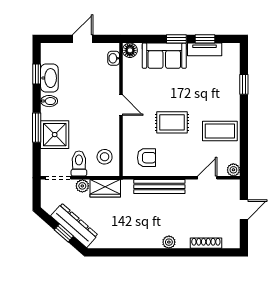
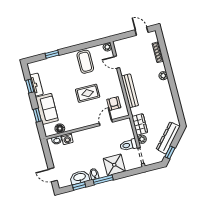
door: (83, 39) -> (53, 175), moved
window: (176, 39) -> (37, 115), moved
floor lamp: (130, 50) -> (60, 129), moved
washing machine: (112, 74) -> (67, 139), added
door: (121, 105) -> (106, 123), moved
rug: (172, 122) -> (88, 93), turned 90
window: (37, 128) -> (103, 180), moved
stool: (105, 157) -> (120, 130), removed
door: (244, 210) -> (142, 31), moved
window: (64, 233) -> (170, 152), moved

